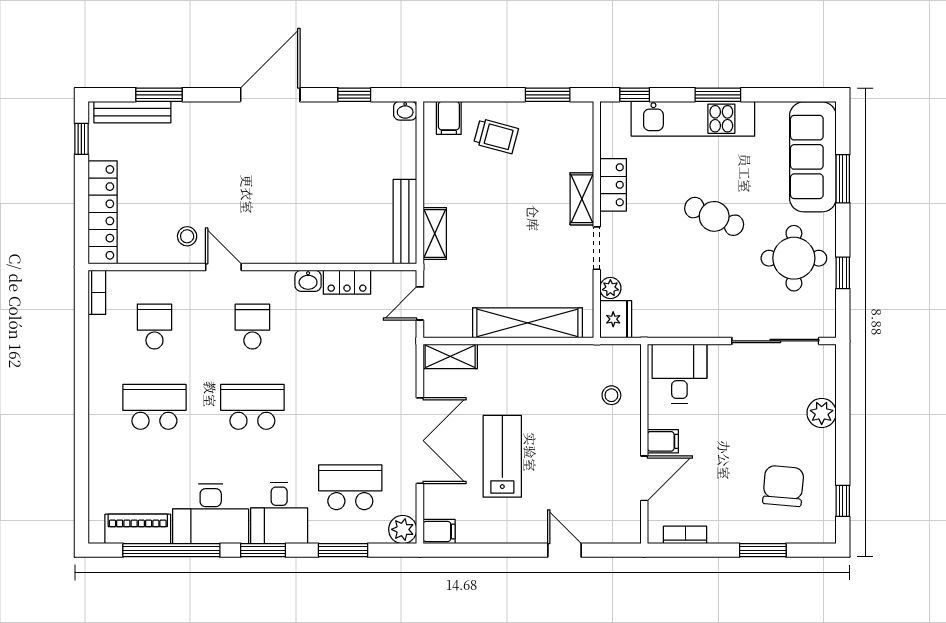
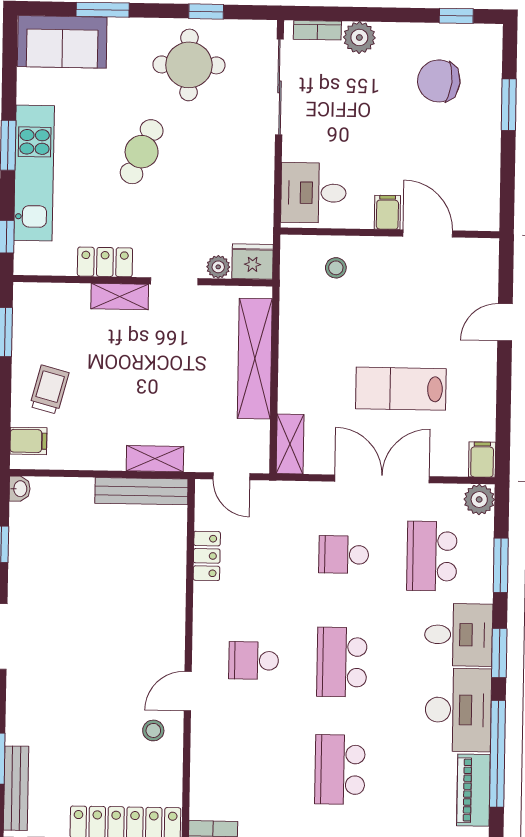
sofa: (813, 157) -> (62, 42), width x0.73
washbasin: (308, 281) -> (205, 599), removed
school desk: (154, 327) -> (344, 555), moved
bookcase: (685, 535) -> (317, 30), moved, turned -90

